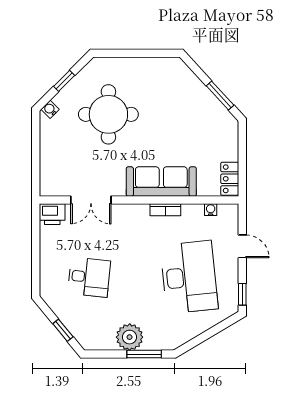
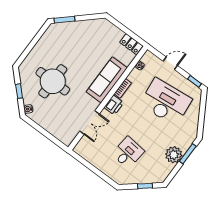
window: (220, 96) -> (64, 20), moved
printer: (52, 214) -> (114, 105), moved

